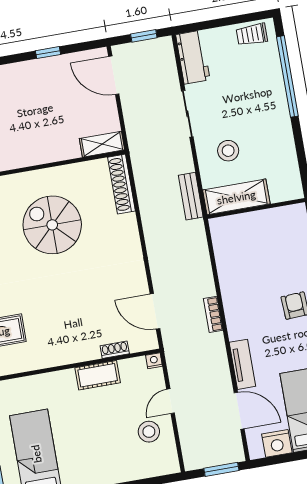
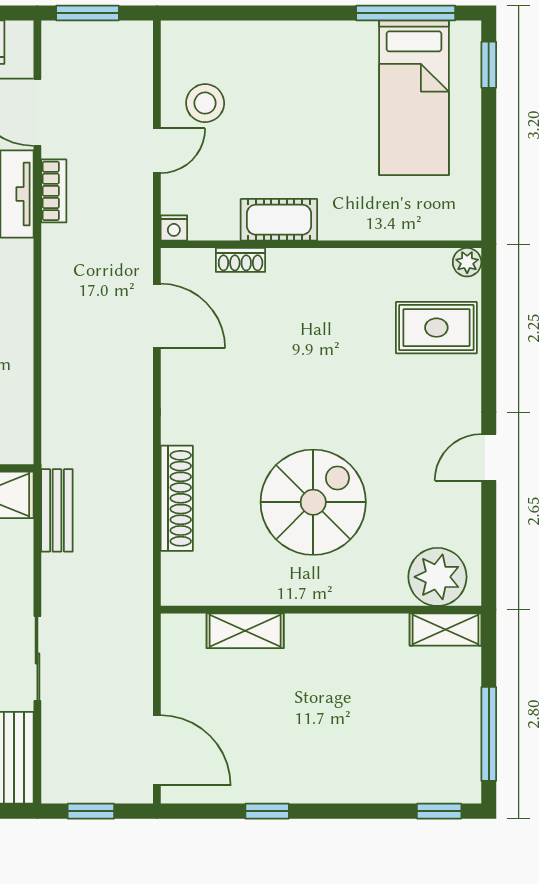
shelving: (102, 144) -> (245, 631), moved
shoe rack: (122, 184) -> (177, 498), moved
spiral stairs: (52, 225) -> (313, 502), turned -90
bookcase: (213, 314) -> (54, 191), moved

